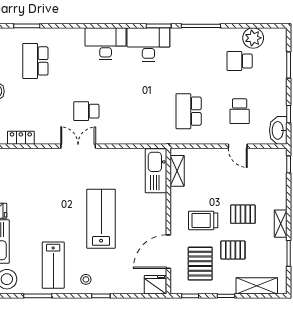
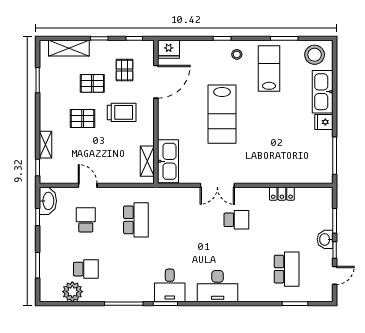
desk: (148, 44) -> (170, 285), width x0.73
locker: (21, 138) -> (282, 194), moved
double door: (78, 146) -> (217, 185), moved
shelving: (281, 224) -> (45, 145), moved
pallet: (200, 264) -> (125, 70), width x0.67, depth x0.71

